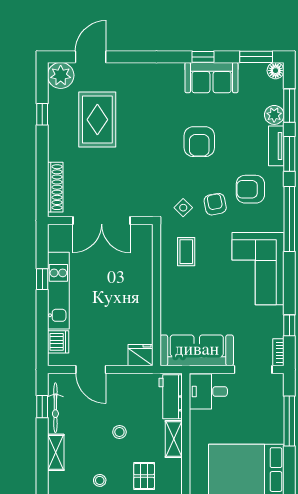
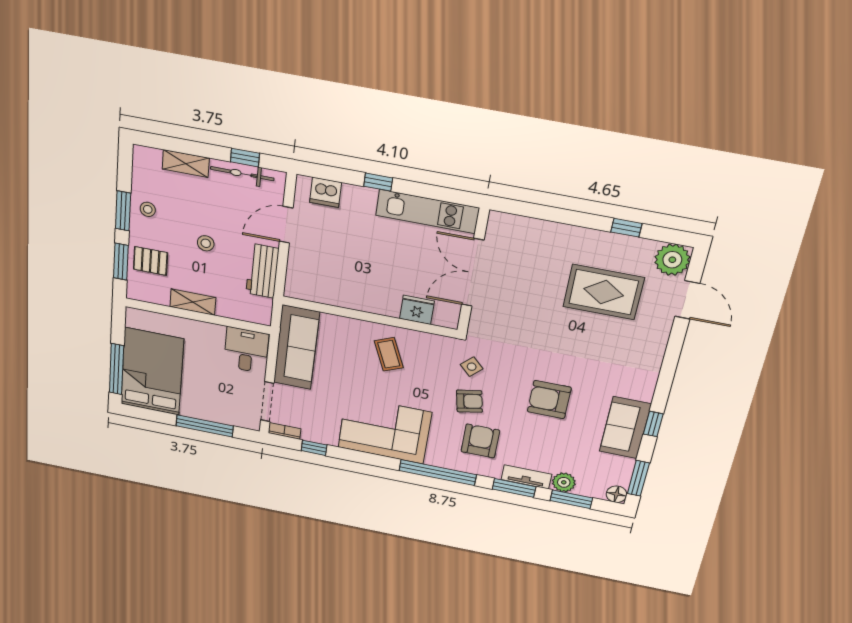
shoe rack: (55, 187) -> (526, 226), removed
coffee table: (186, 252) -> (389, 354), moved, turned 67
window: (42, 279) -> (378, 182), moved
kitchen unit: (58, 291) -> (427, 212), moved
fridge: (141, 355) -> (417, 310), moved, turned -90
workbench: (171, 397) -> (262, 271), moved, turned -90

